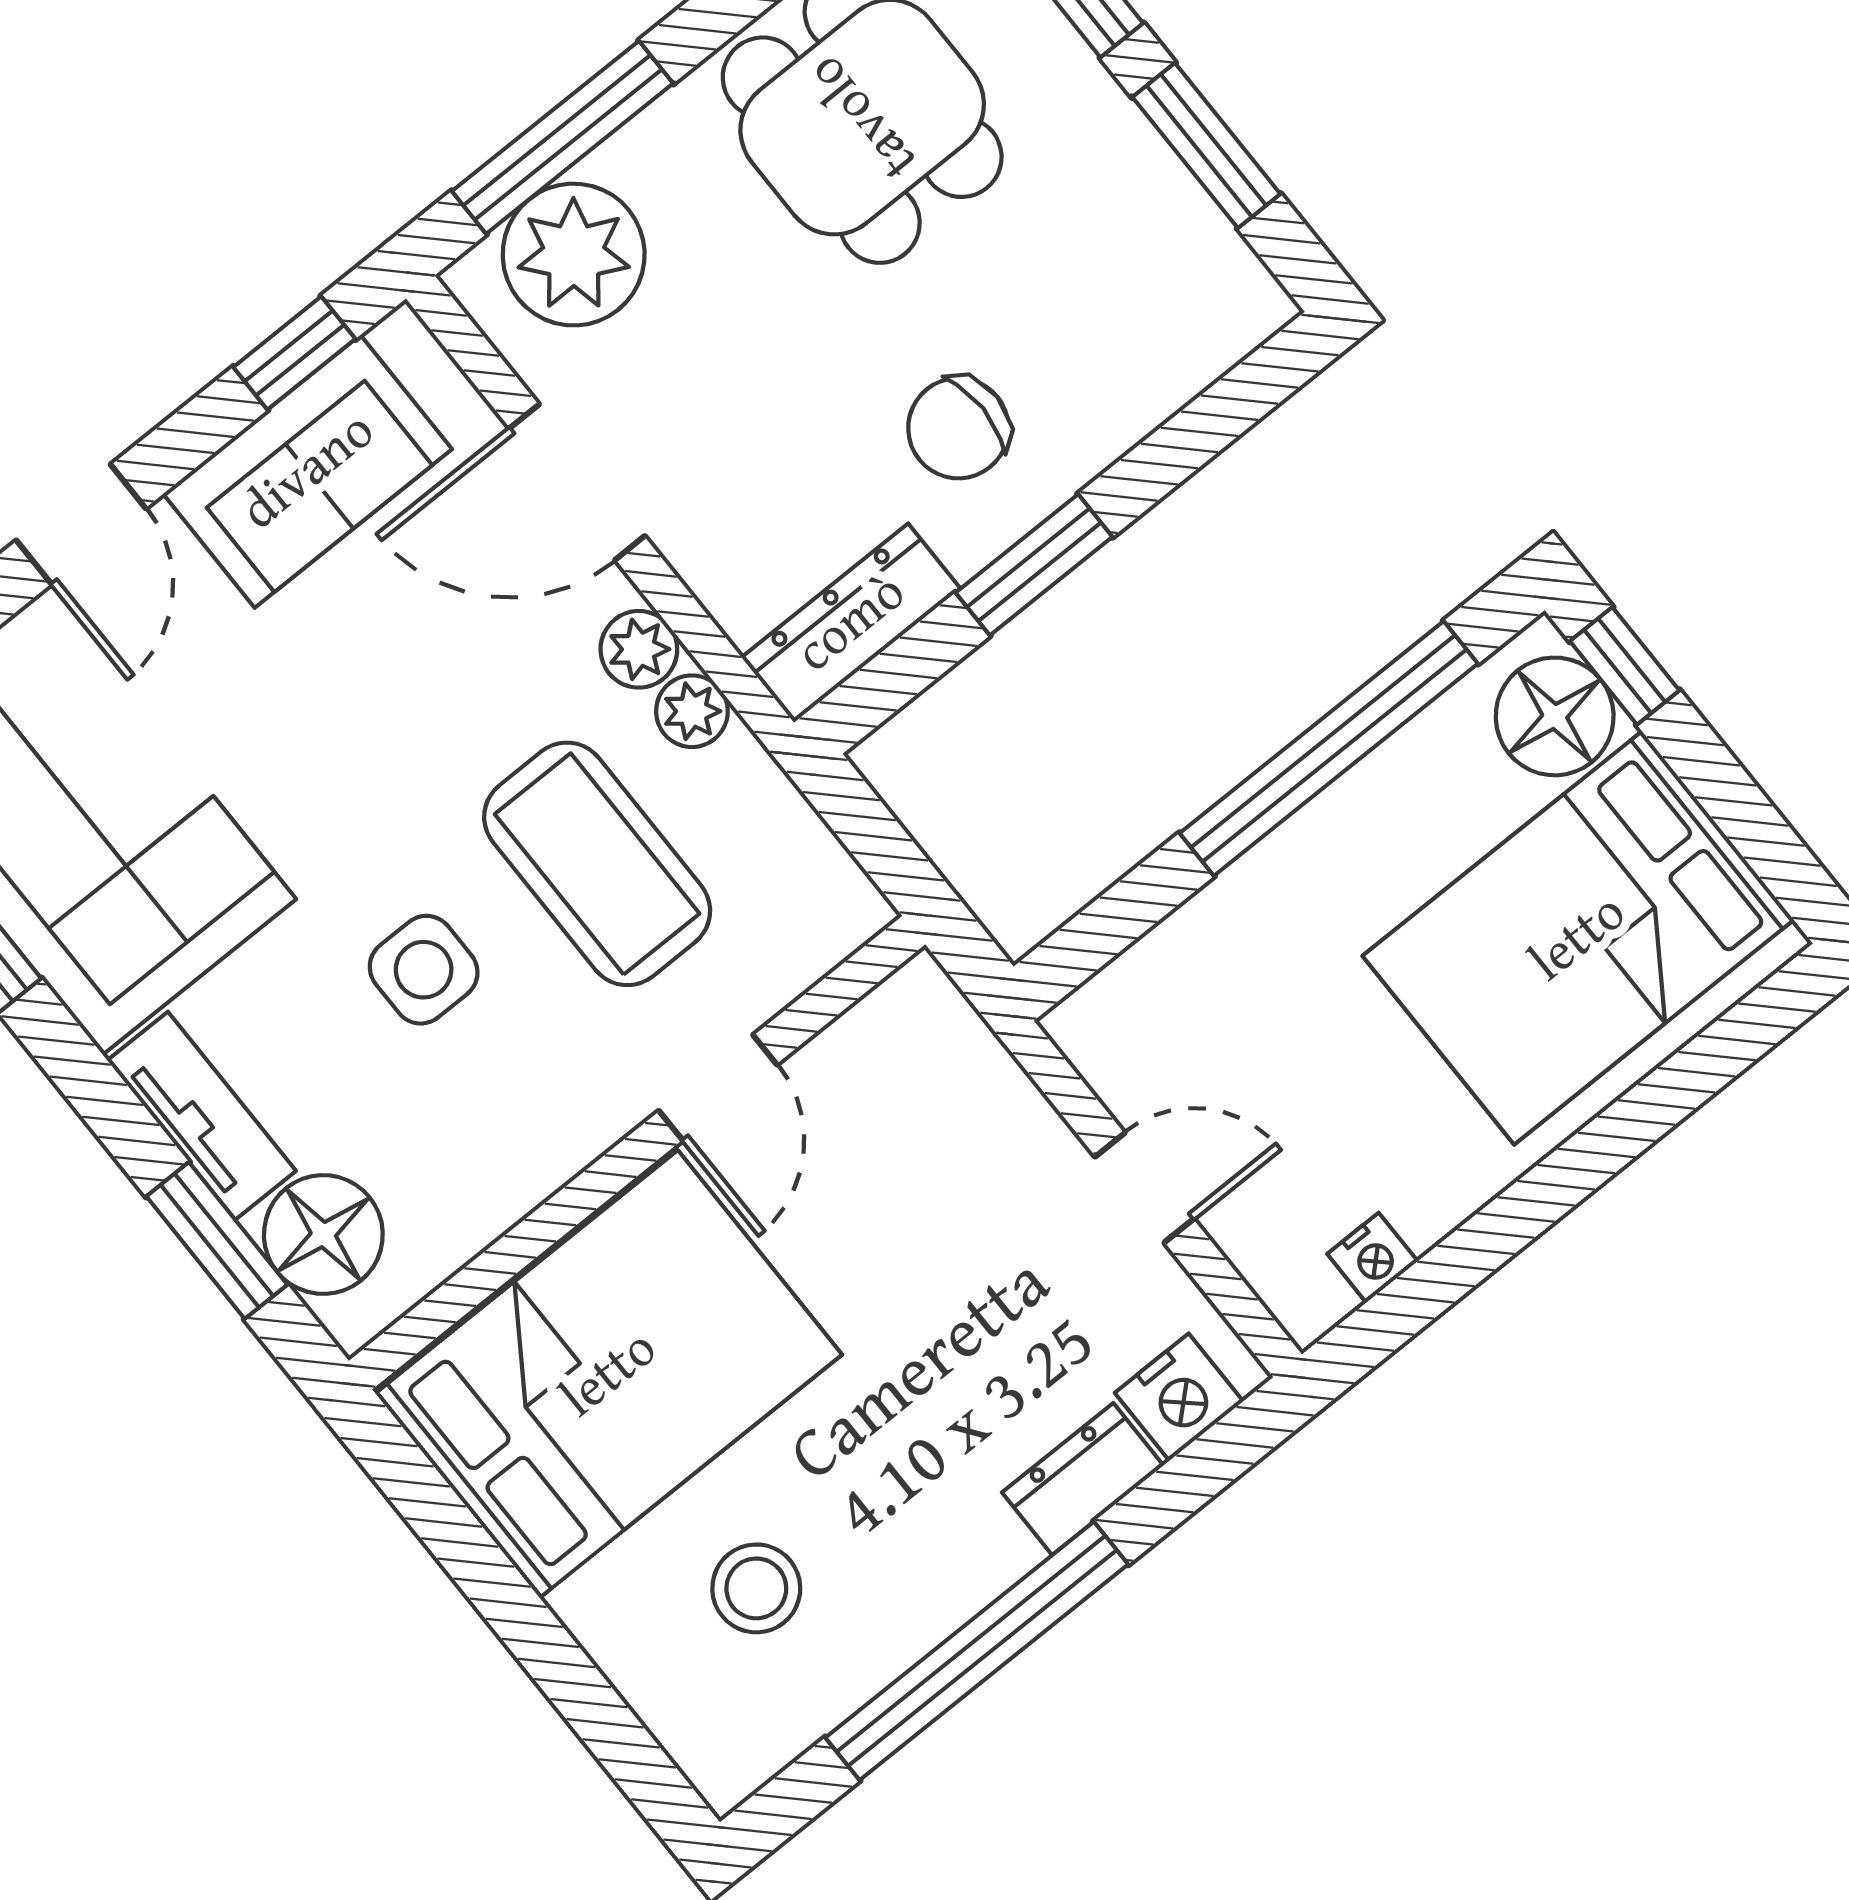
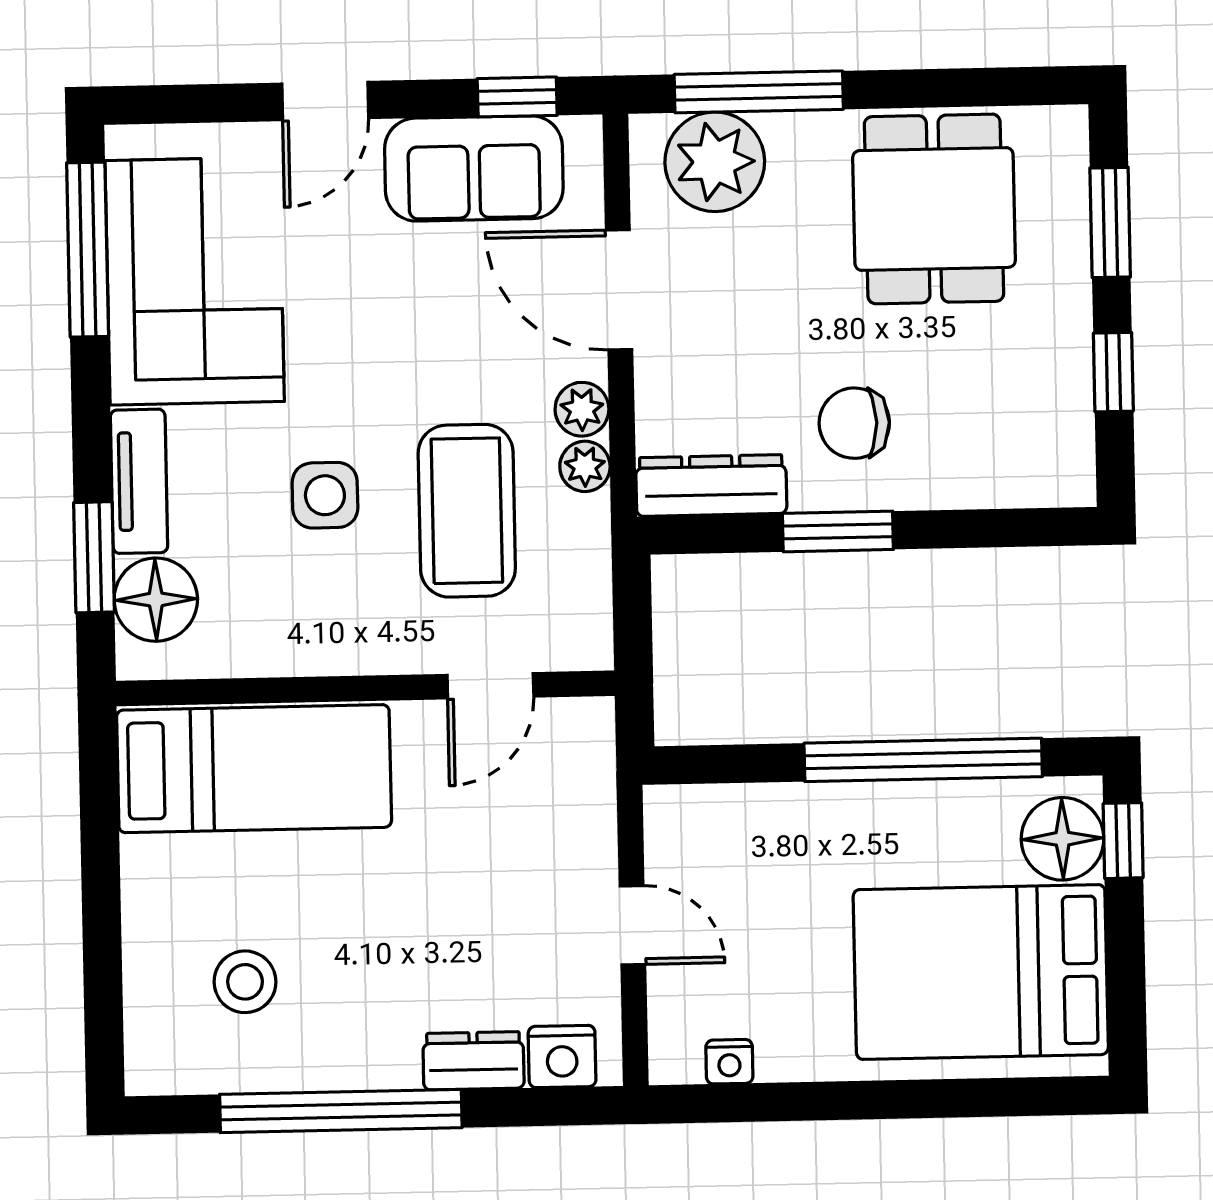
window: (1206, 146) -> (1113, 372), width x0.67
door: (718, 1088) -> (490, 686), moved
bed: (609, 1374) -> (254, 769), width x0.67

